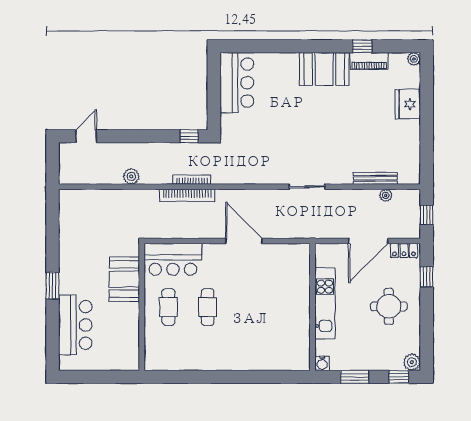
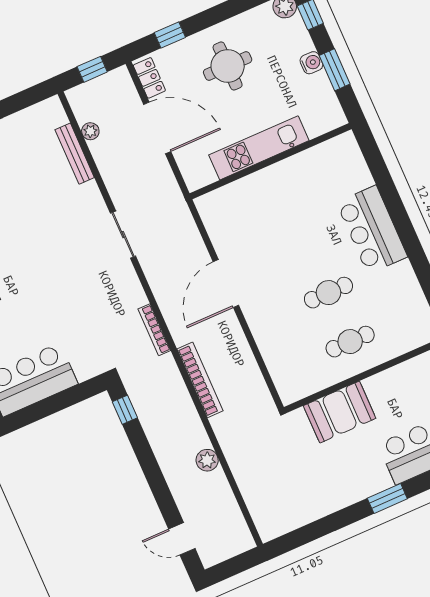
bookcase: (192, 180) -> (154, 330), moved
bar counter: (173, 259) -> (372, 230), moved, turned 180
water cooler: (322, 363) -> (311, 63), moved

